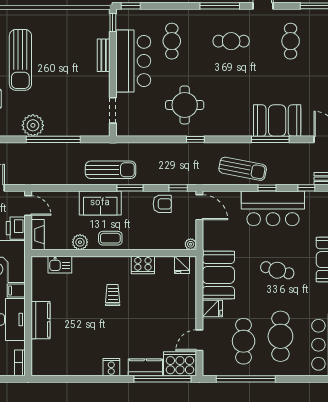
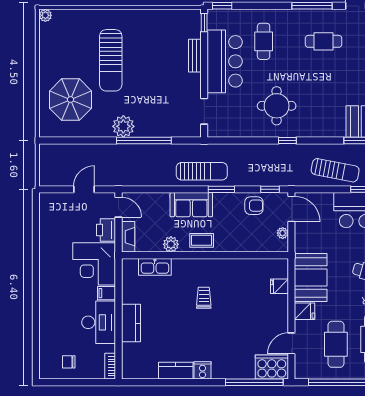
plant: (191, 244) -> (283, 233), moved
kitchen sink: (60, 265) -> (155, 267), width x1.38
cooker: (143, 265) -> (234, 267), removed
fridge: (182, 265) -> (279, 286), moved, turned 90
kitchen counter: (145, 367) -> (176, 371), moved

